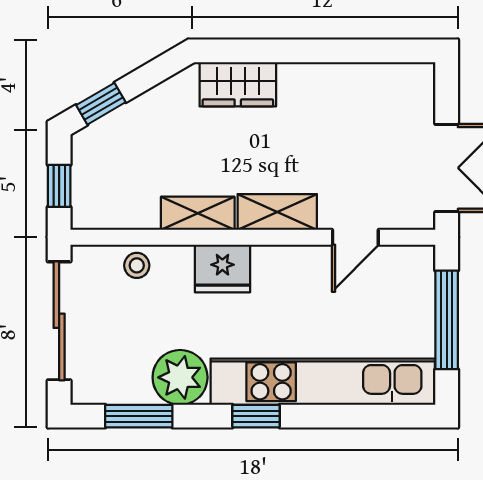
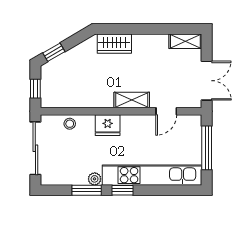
shelving: (198, 213) -> (185, 41), moved
plant: (180, 377) -> (95, 179), width x0.53, depth x0.53
window: (139, 416) -> (87, 190), moved

